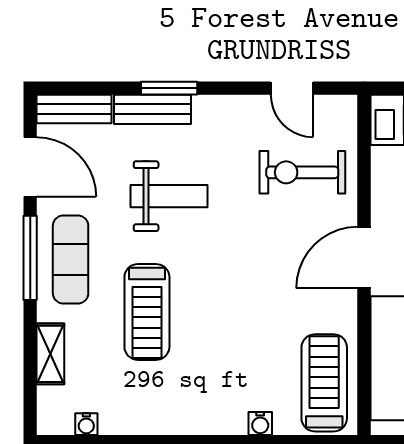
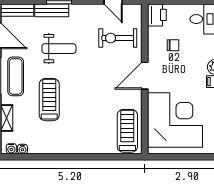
treadmill: (147, 312) -> (49, 100), turned 180
water cooler: (260, 424) -> (11, 149), moved

